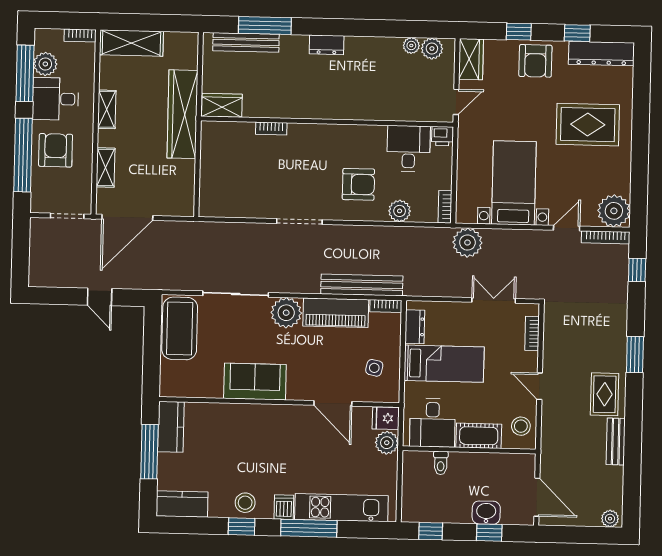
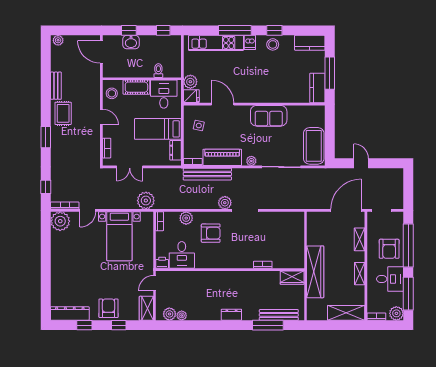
plant: (45, 64) -> (396, 313), moved
rug: (588, 125) -> (77, 272), removed
armchair: (358, 184) -> (211, 233), turned 180
plant: (333, 236) -> (225, 203), added
plant: (286, 313) -> (251, 161), width x0.53, depth x0.53

